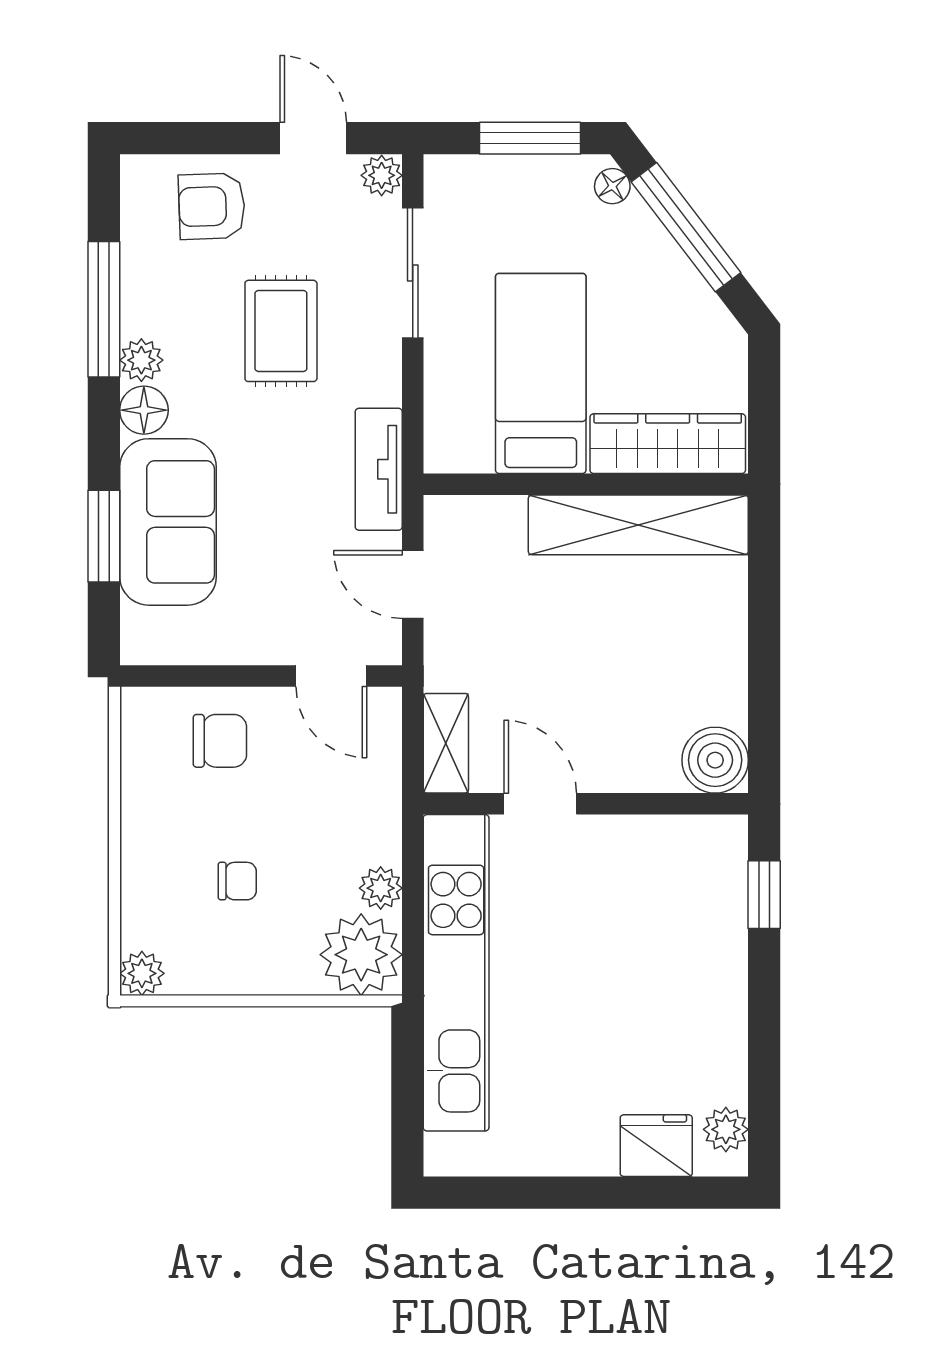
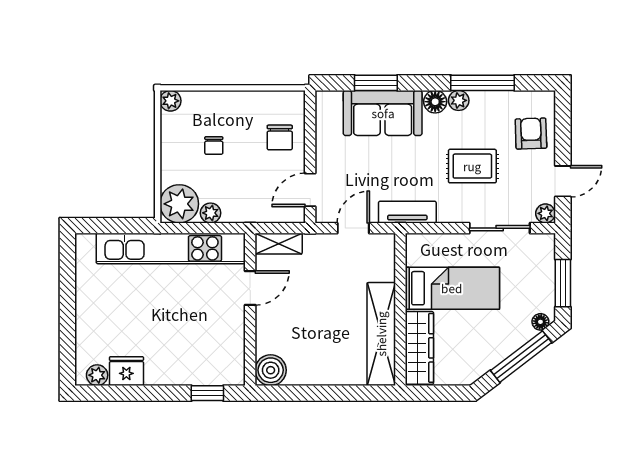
fridge: (656, 1146) -> (126, 371), moved, turned -90

